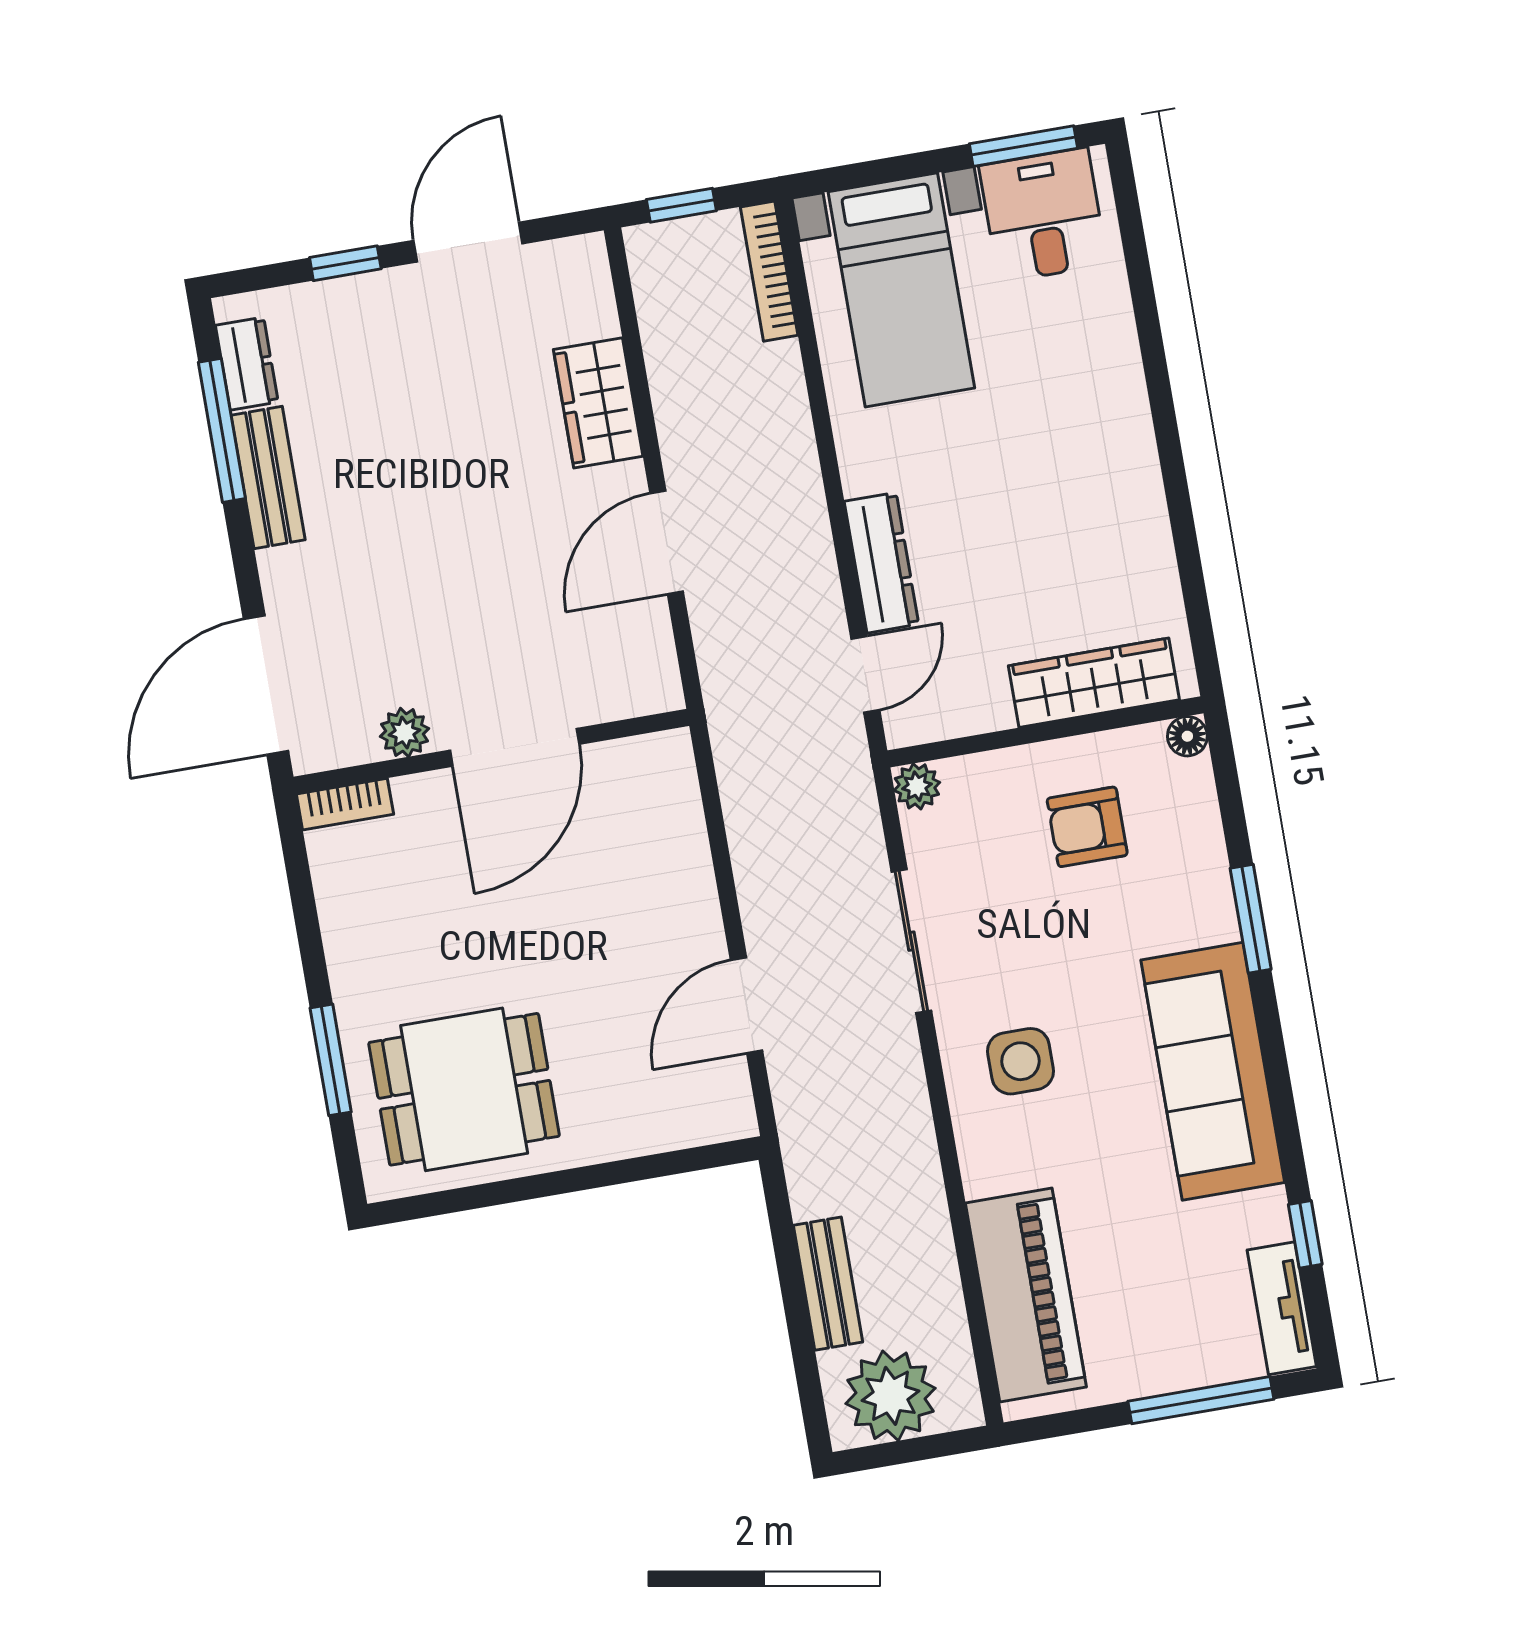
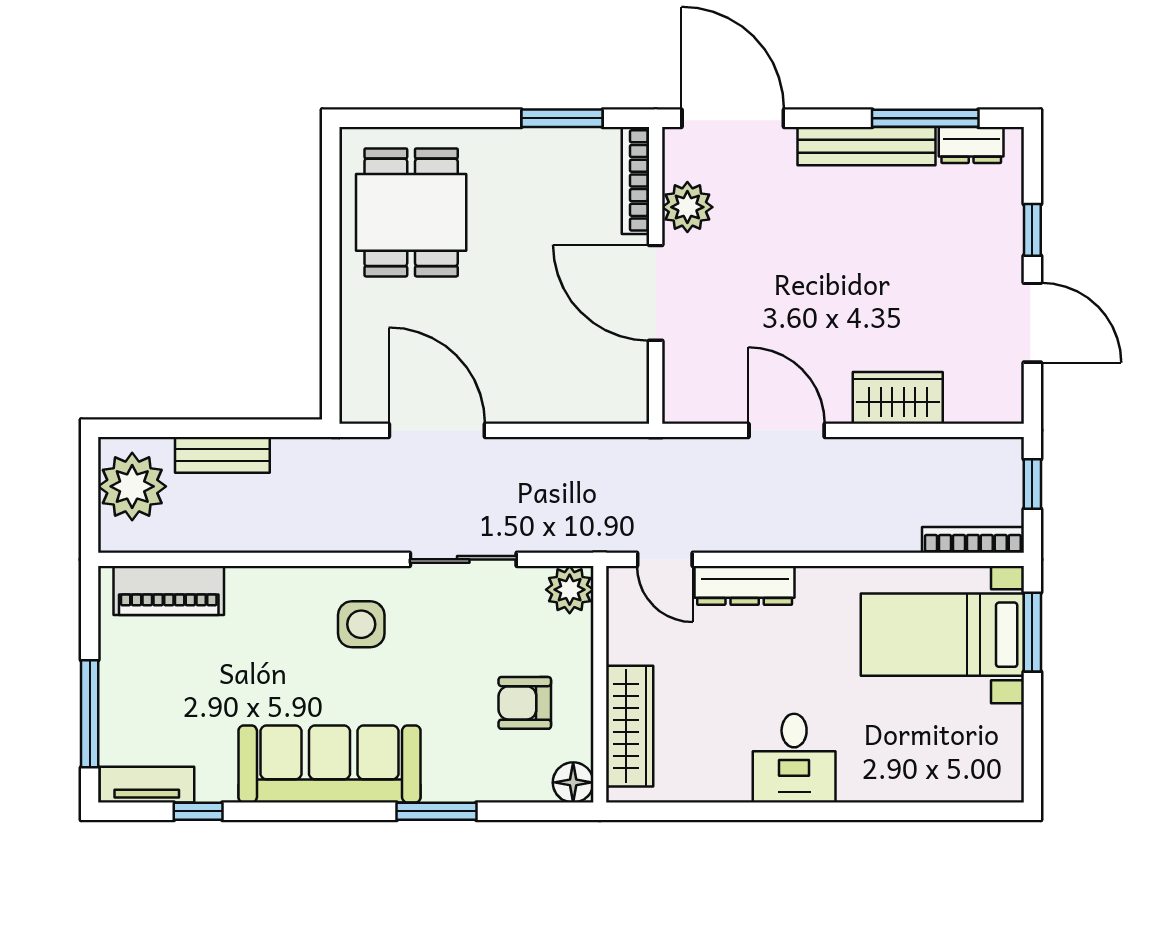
window: (1023, 146) -> (1032, 632), moved
desk: (1043, 215) -> (794, 758), moved, turned 90
bench: (268, 477) -> (867, 146), width x1.36
plant: (404, 733) -> (687, 207), width x1.38, depth x1.38
floor lamp: (1187, 736) -> (573, 782), width x1.37, depth x1.37
plant: (917, 786) -> (570, 590), width x1.38, depth x1.38
bookcase: (345, 804) -> (636, 180), width x1.56
armchair: (1087, 827) -> (525, 703), turned -90
door: (747, 1005) -> (437, 430), width x1.36
window: (331, 1060) -> (562, 118), moved
piano: (1026, 1295) -> (169, 591), width x0.73, depth x0.75

